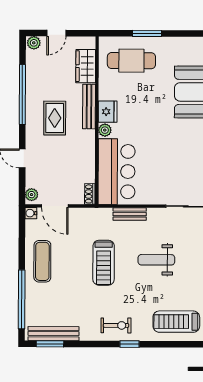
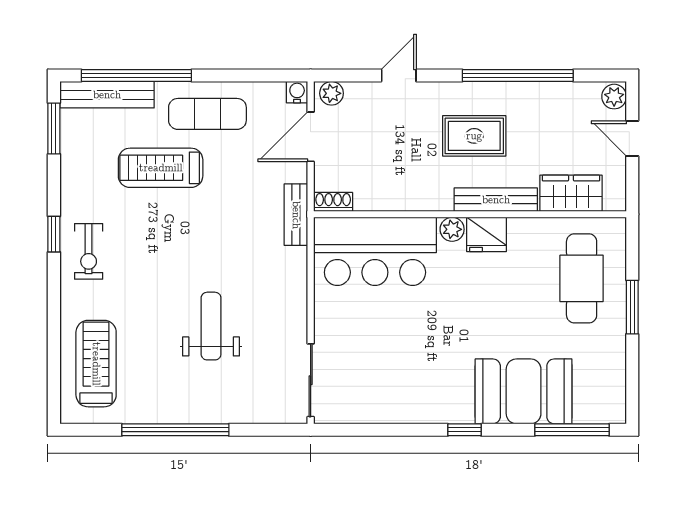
bench: (130, 214) -> (296, 215), moved
treadmill: (104, 263) -> (161, 168), moved
bench: (54, 334) -> (107, 95), moved, turned 90
window: (129, 344) -> (54, 234), moved

